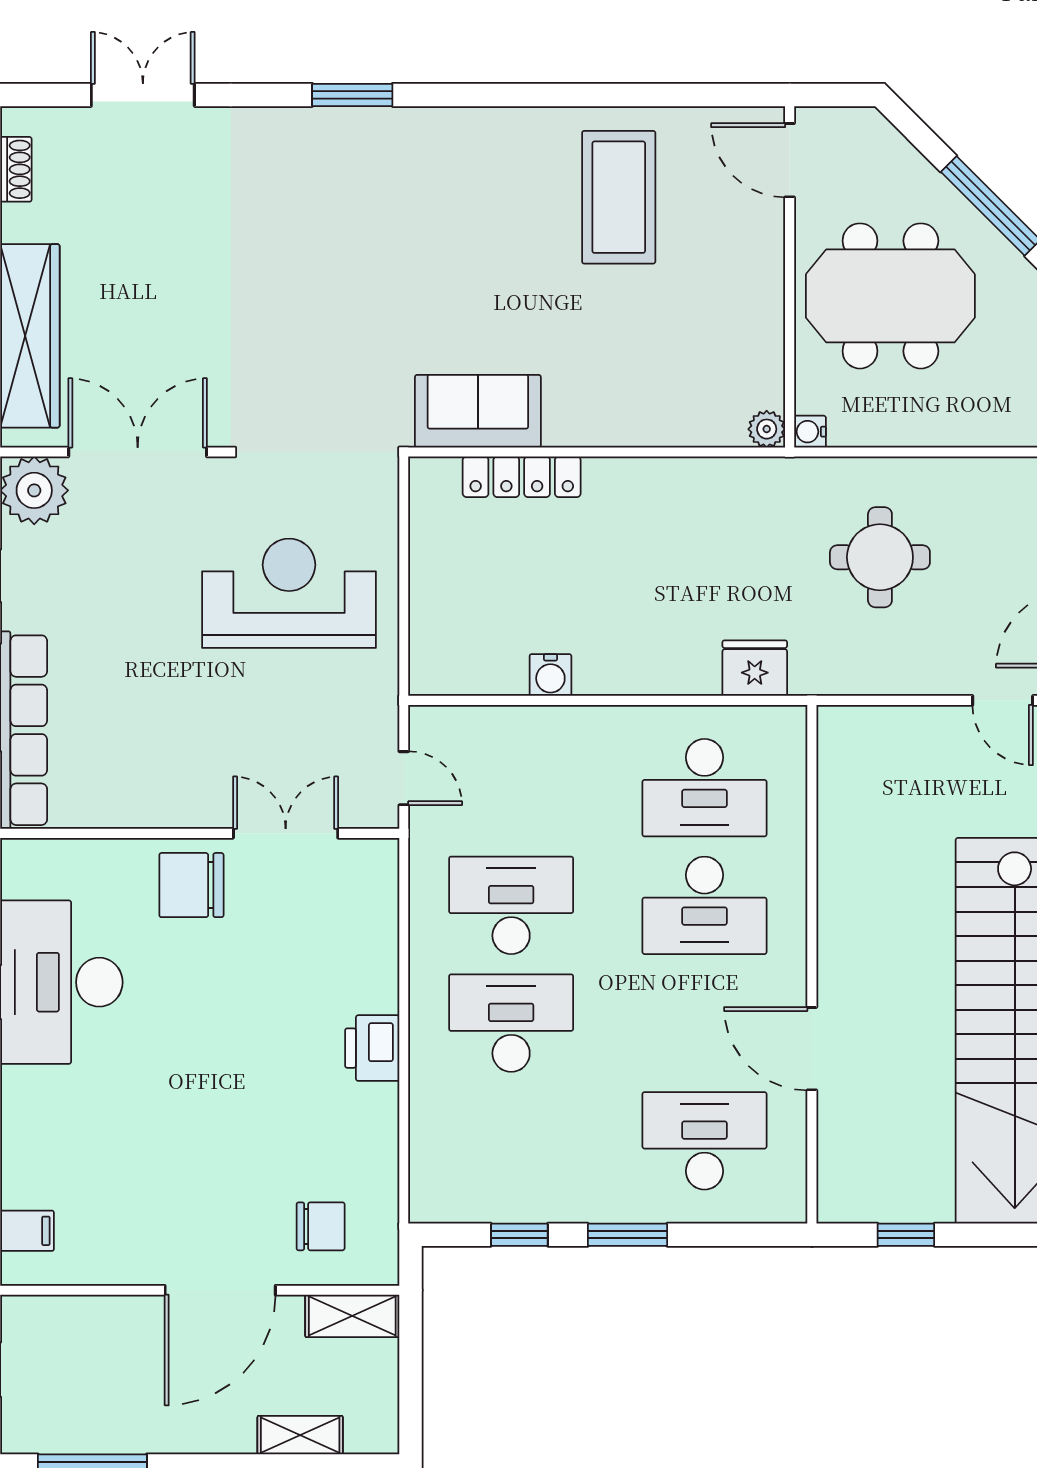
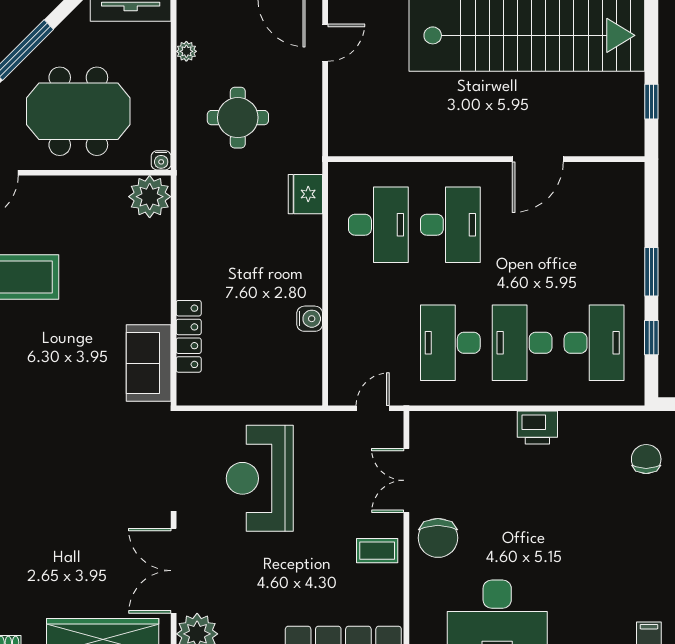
meeting table: (890, 296) -> (78, 111), turned 90
plant: (767, 429) -> (150, 197), width x1.87, depth x1.87
plant: (989, 473) -> (186, 51), added
coffee table: (171, 786) -> (377, 551), added
desk: (704, 1141) -> (594, 343), moved, turned 180

